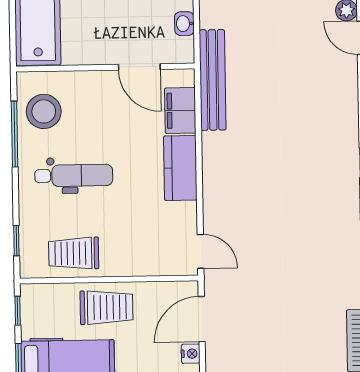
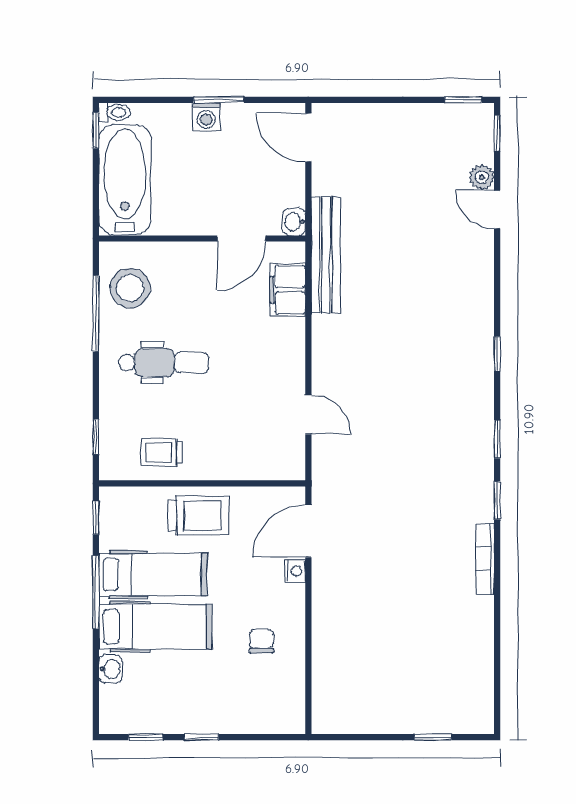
washbasin: (184, 24) -> (294, 222), moved
door: (139, 67) -> (241, 239), hinge flipped
kitchen counter: (180, 168) -> (287, 356), removed
door: (200, 251) -> (308, 415), moved
trolley: (74, 253) -> (162, 452), width x0.73, depth x0.72

